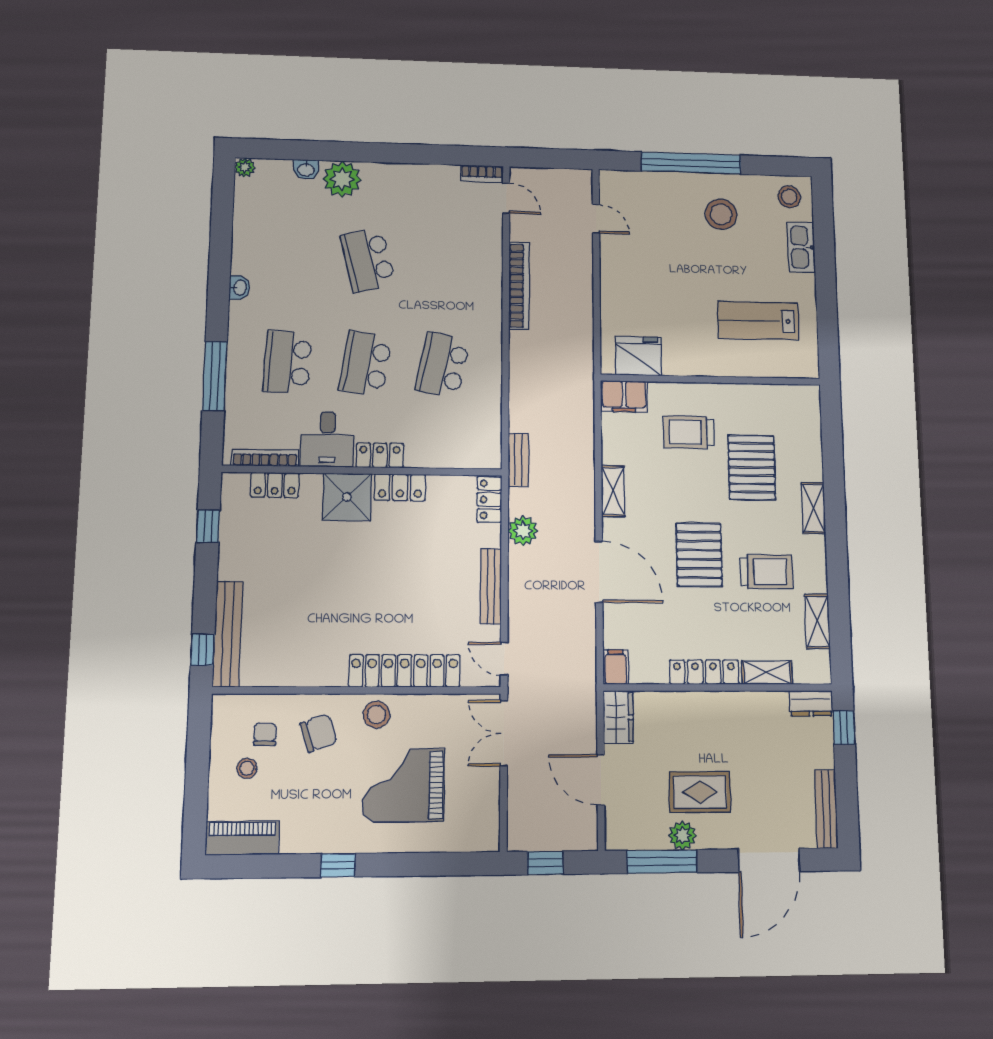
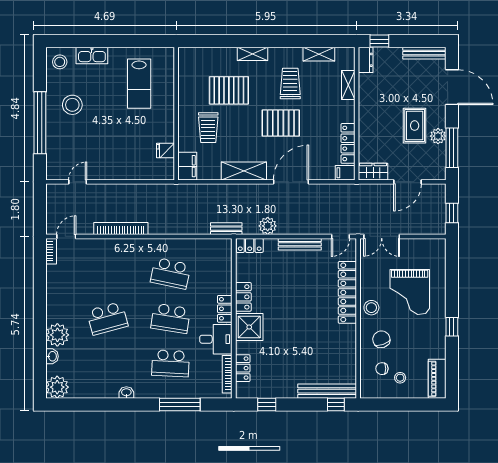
plant: (245, 167) -> (57, 387), width x1.88, depth x1.88
fridge: (639, 356) -> (166, 150), width x0.53, depth x0.75
shelving: (613, 491) -> (244, 171), width x1.50, depth x1.33
locker: (704, 672) -> (348, 143), moved

